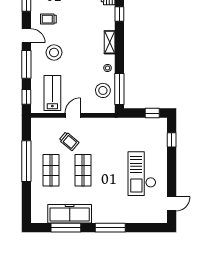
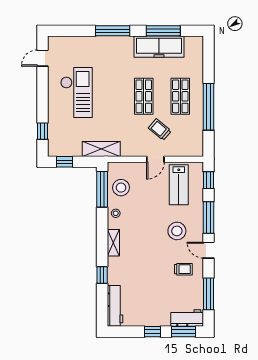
shelving: (120, 124) -> (101, 149), added

